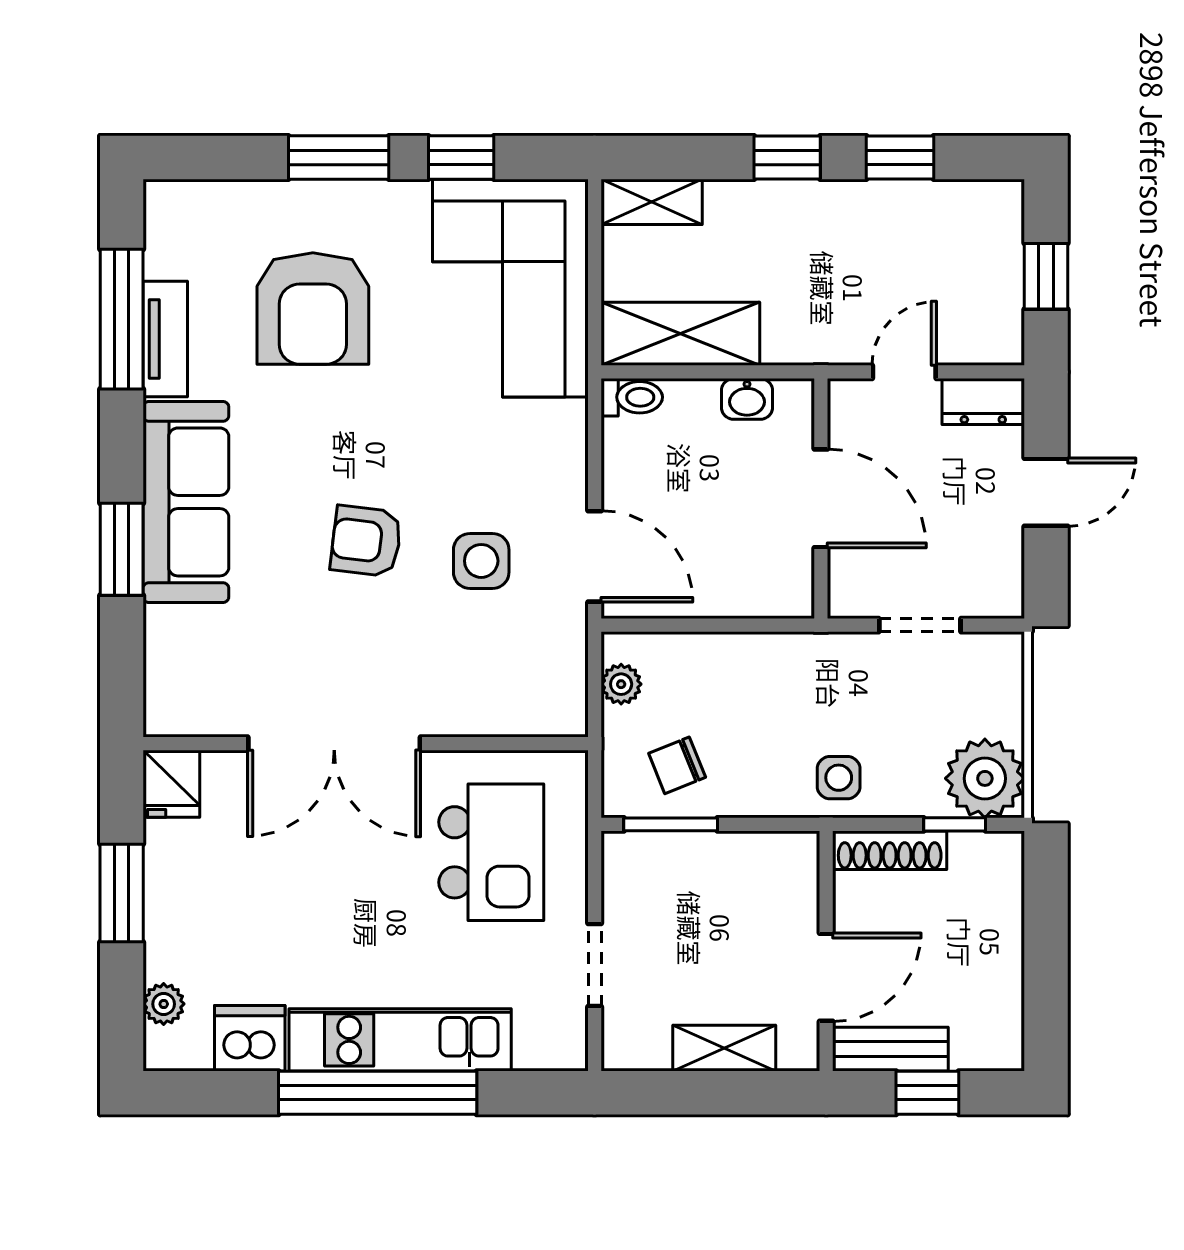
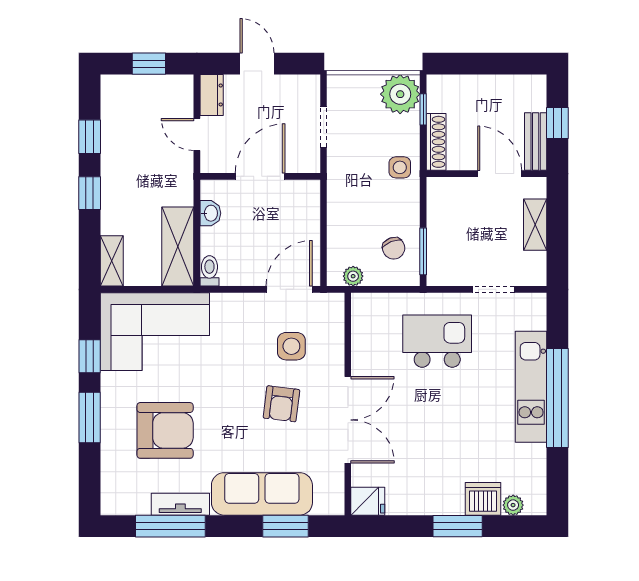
double door: (334, 744) -> (348, 420), moved
wall: (366, 744) -> (348, 404), moved
fridge: (171, 784) -> (368, 501), moved
dishwasher: (250, 1038) -> (483, 499), moved, turned 90

